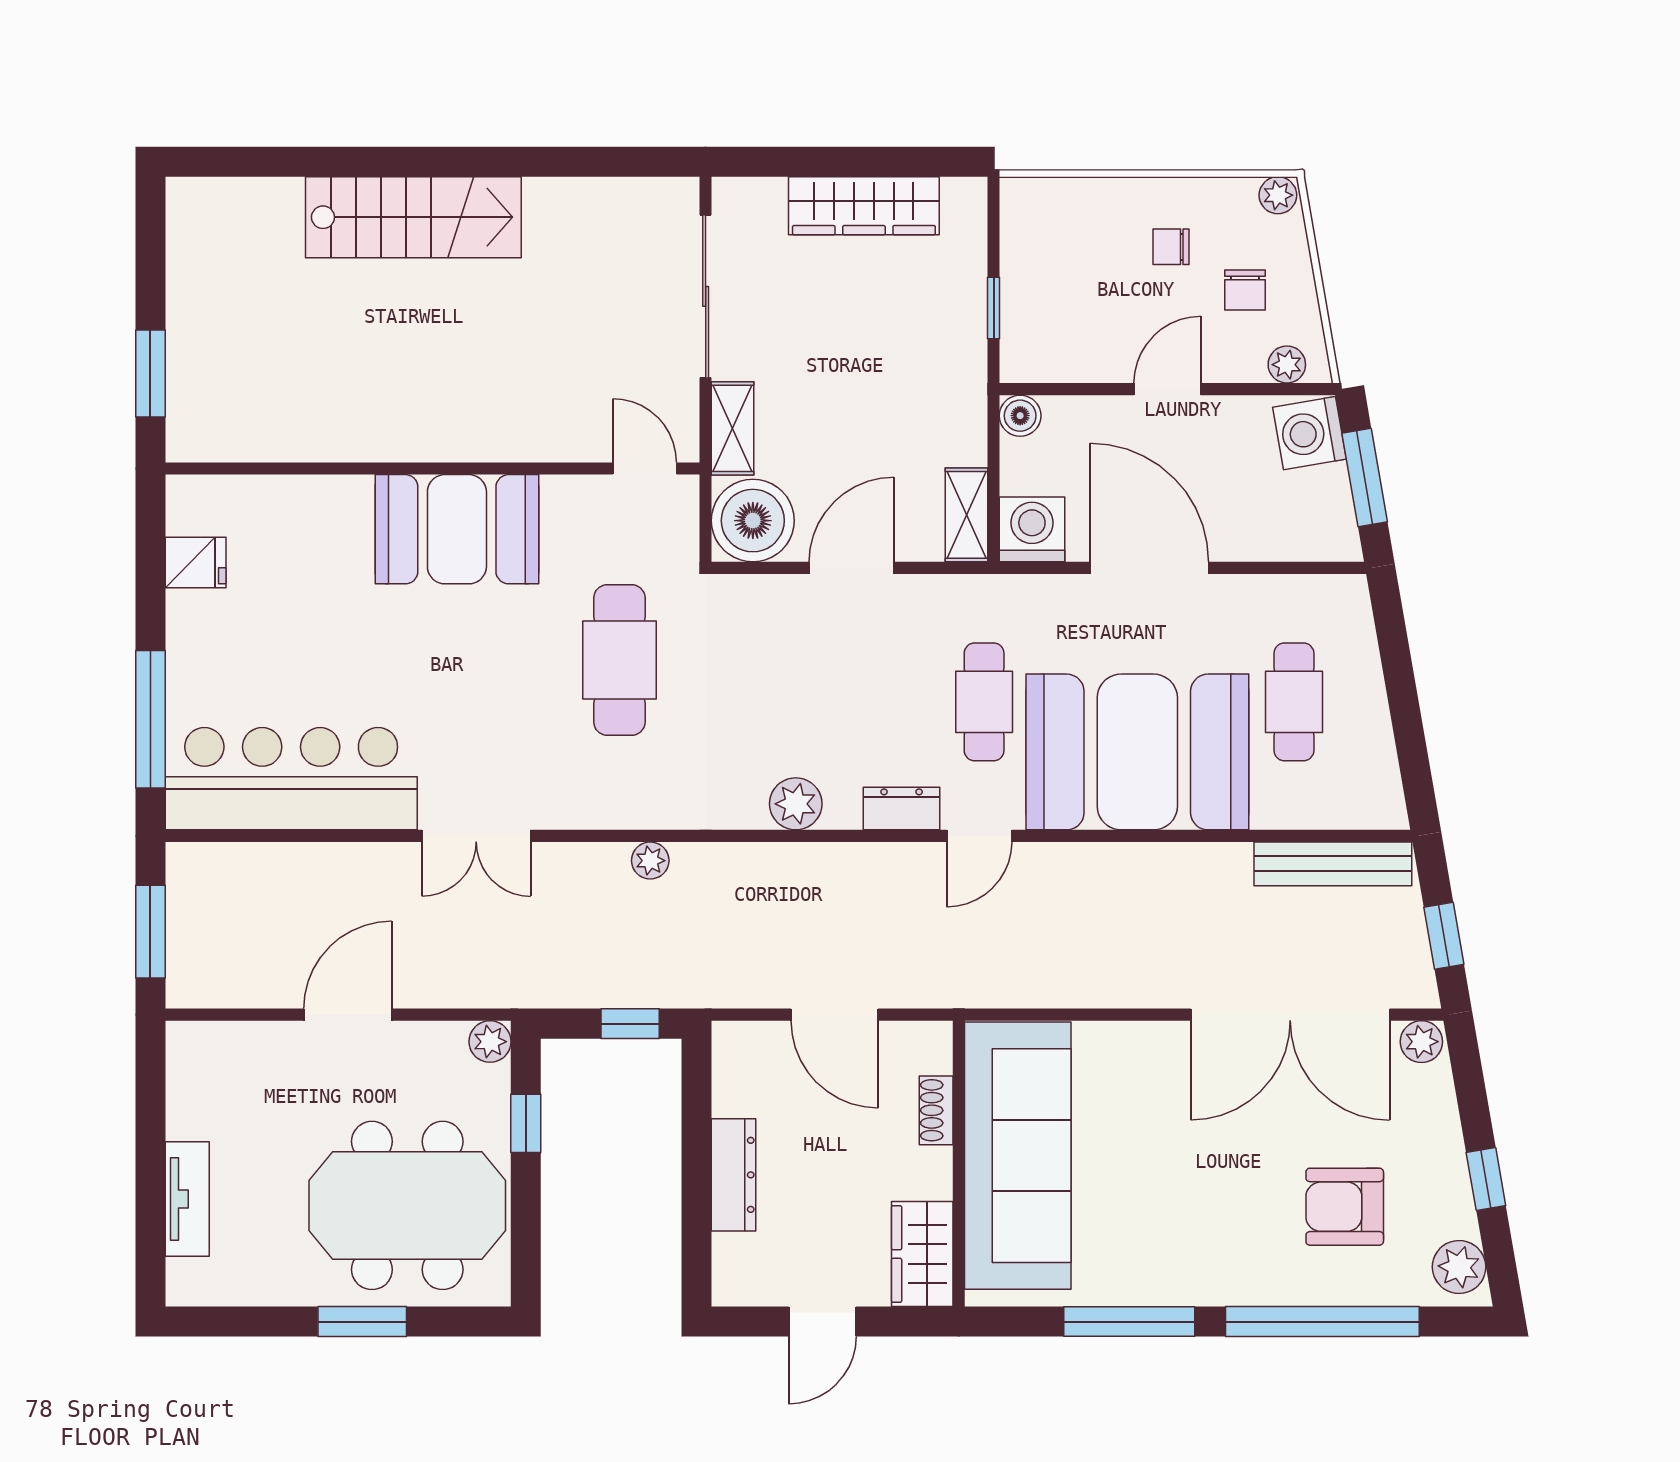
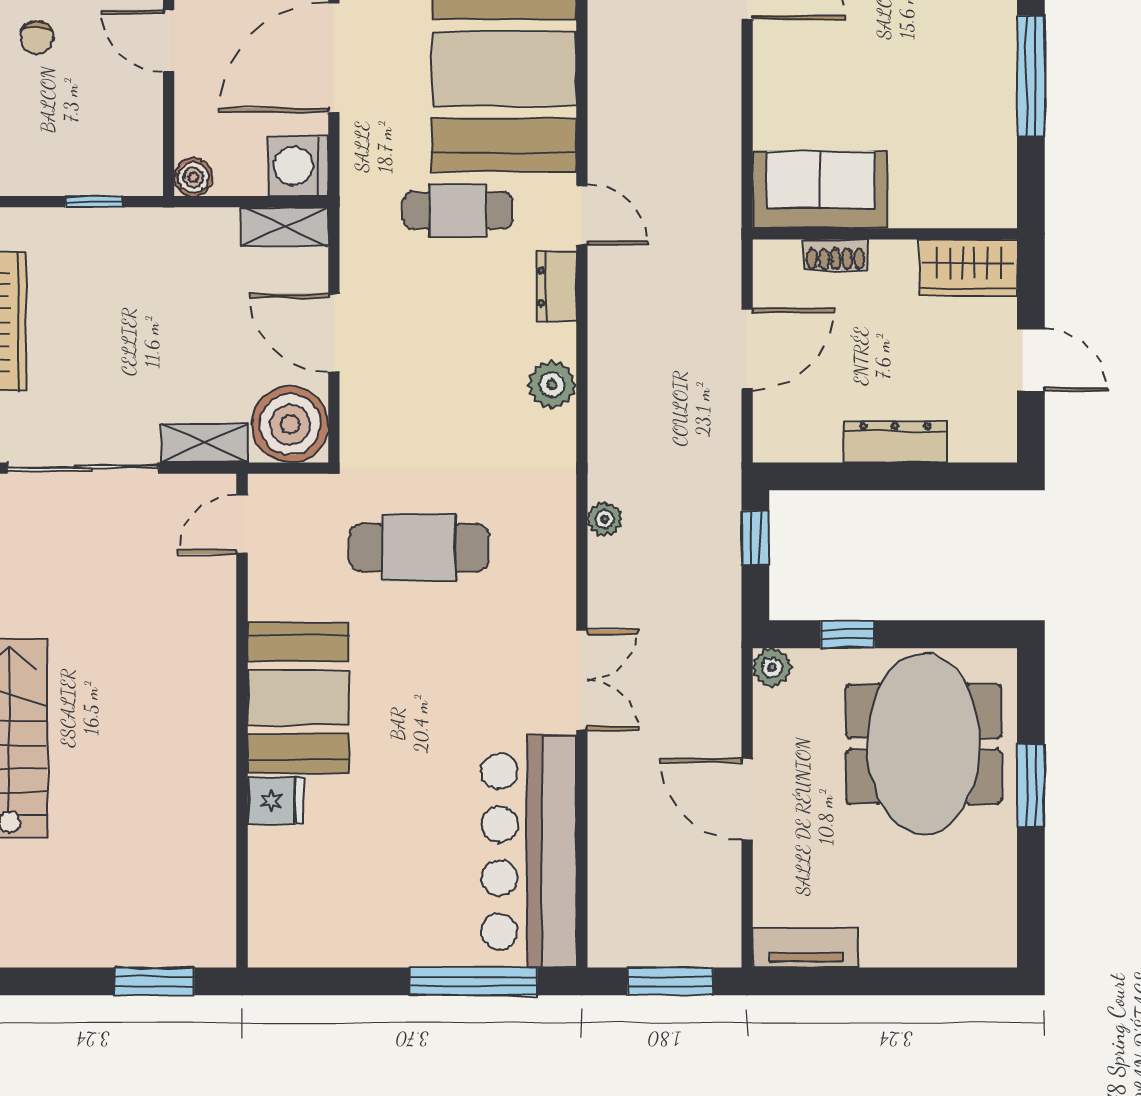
fridge: (196, 562) -> (276, 801), moved, turned 90
sofa: (1018, 1156) -> (821, 190), width x0.54, depth x0.79
tv unit: (187, 1199) -> (806, 947), moved

